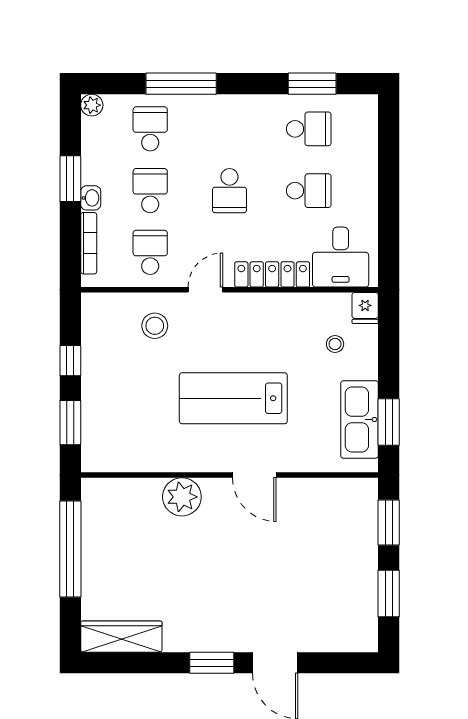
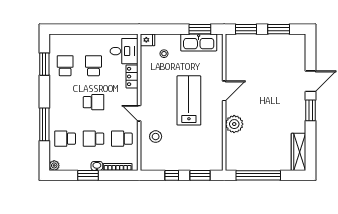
locker: (272, 274) -> (132, 76), width x0.66
lab bench: (233, 398) -> (189, 100), turned 180

